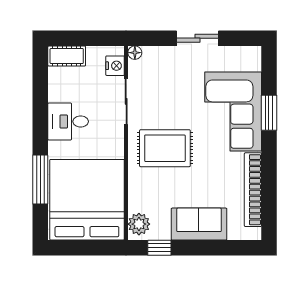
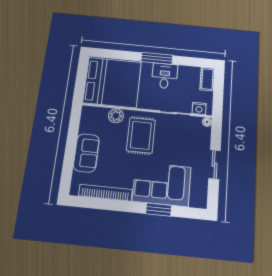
window: (40, 180) -> (157, 58), moved
plant: (139, 224) -> (116, 116), moved
window: (159, 248) -> (74, 125), removed

